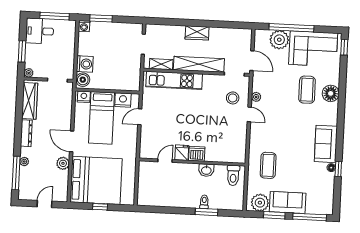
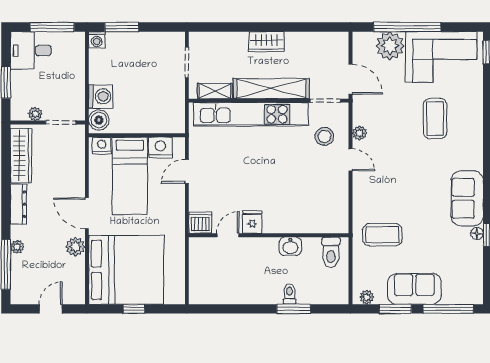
plant: (29, 73) -> (35, 114), moved
kitchen unit: (174, 80) -> (251, 114), width x1.36
floor lamp: (331, 93) -> (471, 123), removed
dishwasher: (197, 154) -> (200, 223), moved
coffee table: (268, 165) -> (382, 235), turned 90
plant: (260, 203) -> (367, 297), width x0.53, depth x0.53

